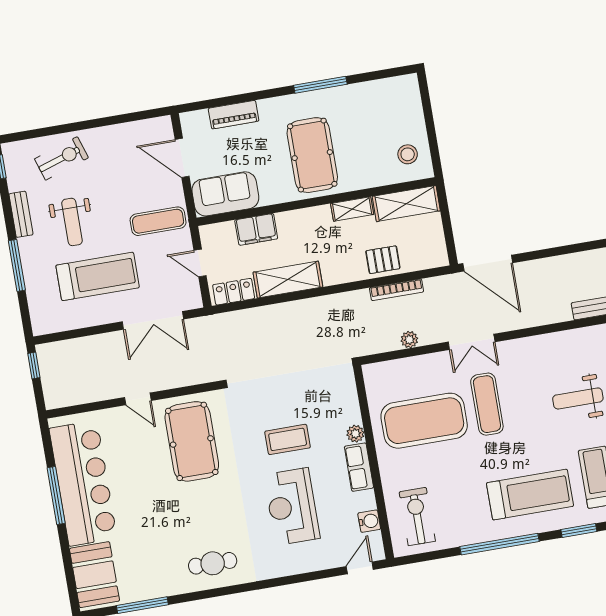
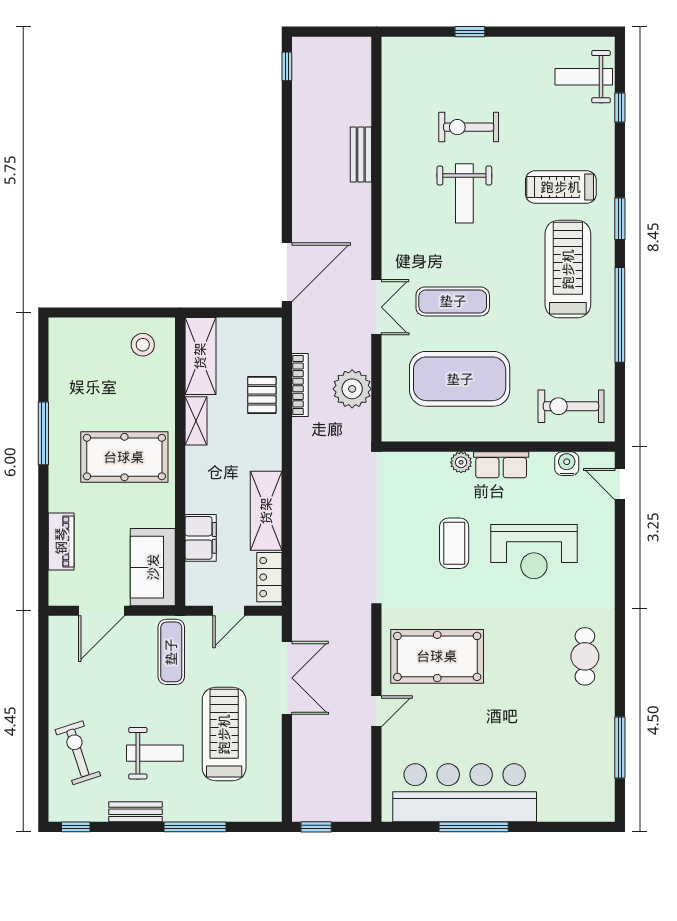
plant: (409, 340) -> (352, 389), width x1.88, depth x1.88
exercise mat: (424, 421) -> (460, 379), turned 90
booth: (94, 575) -> (574, 798), removed

